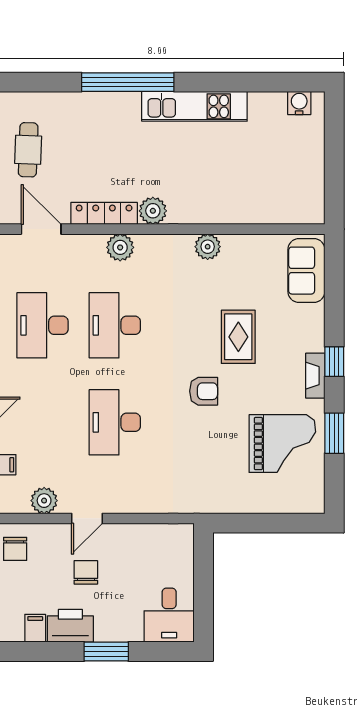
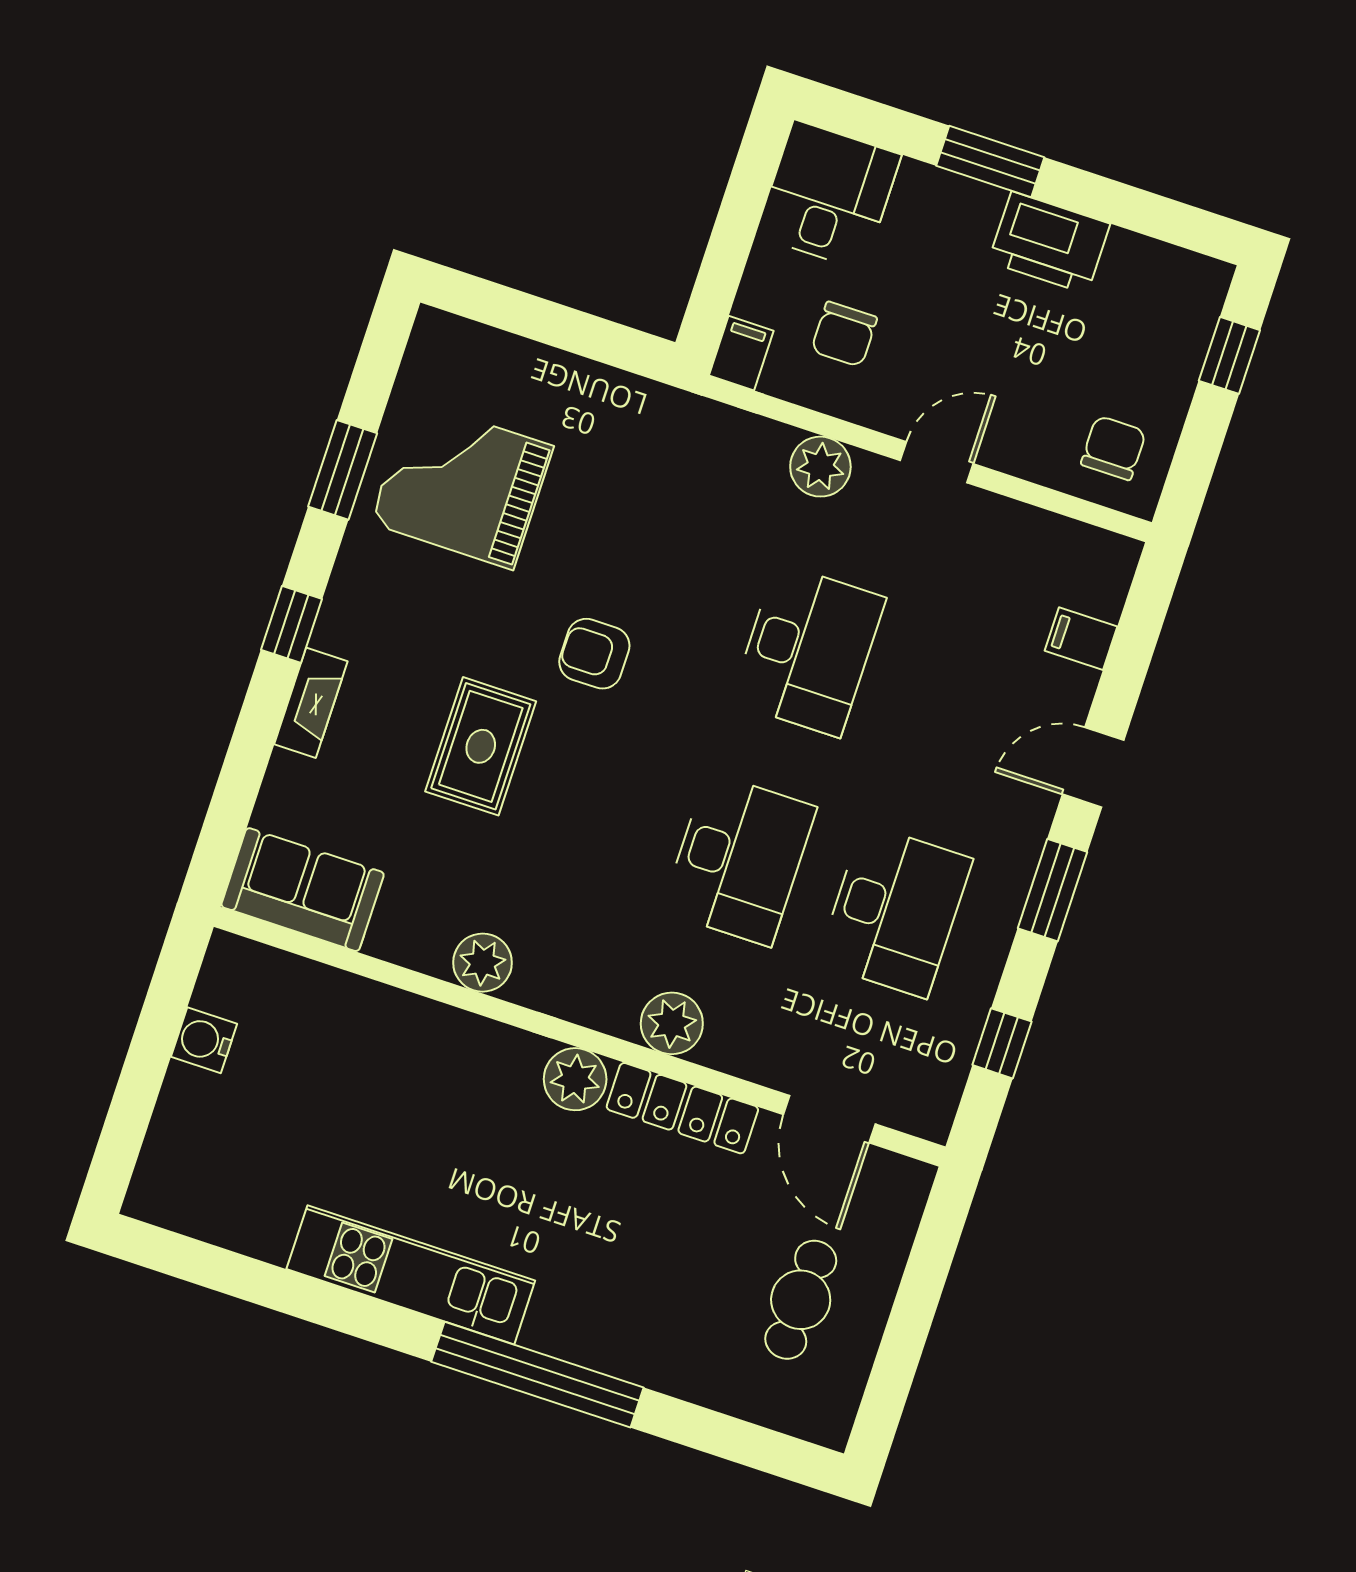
water cooler: (299, 103) -> (204, 1040), moved, turned 90
sofa: (306, 271) -> (303, 890), moved, turned -90
fireplace: (315, 376) -> (311, 703), moved
plant: (44, 501) -> (820, 467), moved
chair: (86, 572) -> (844, 334), moved
filing cabinet: (35, 628) -> (741, 353), moved, turned 180

